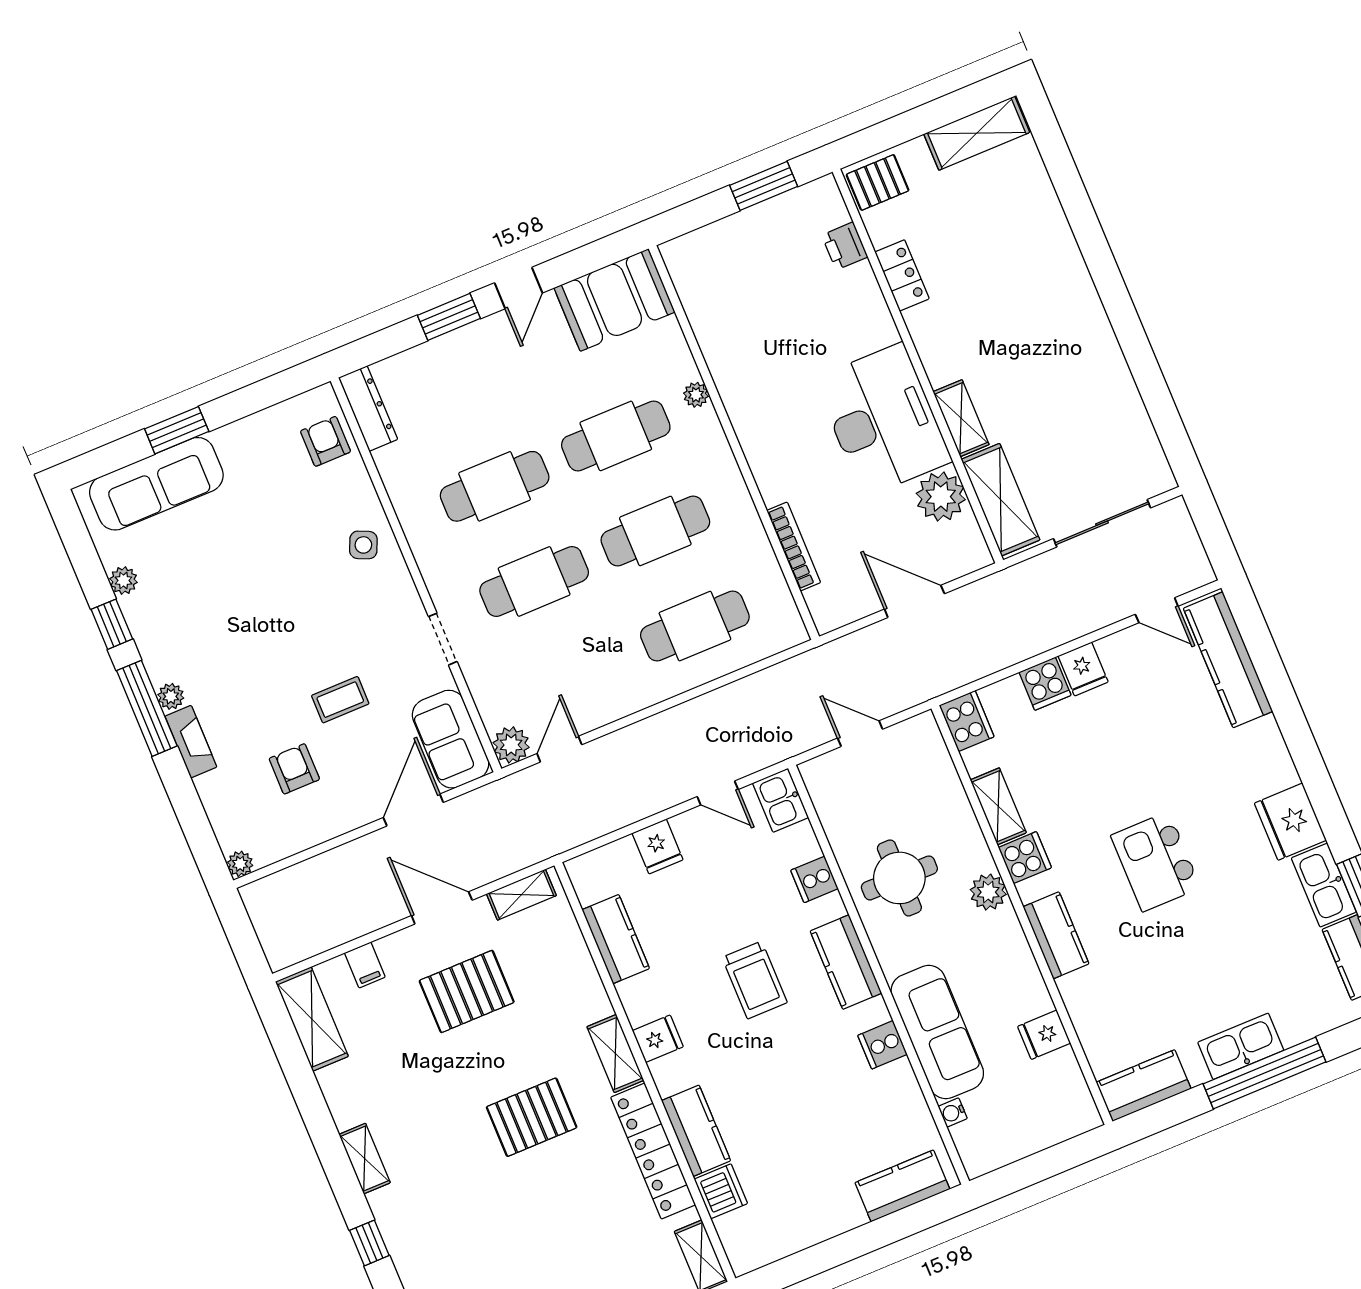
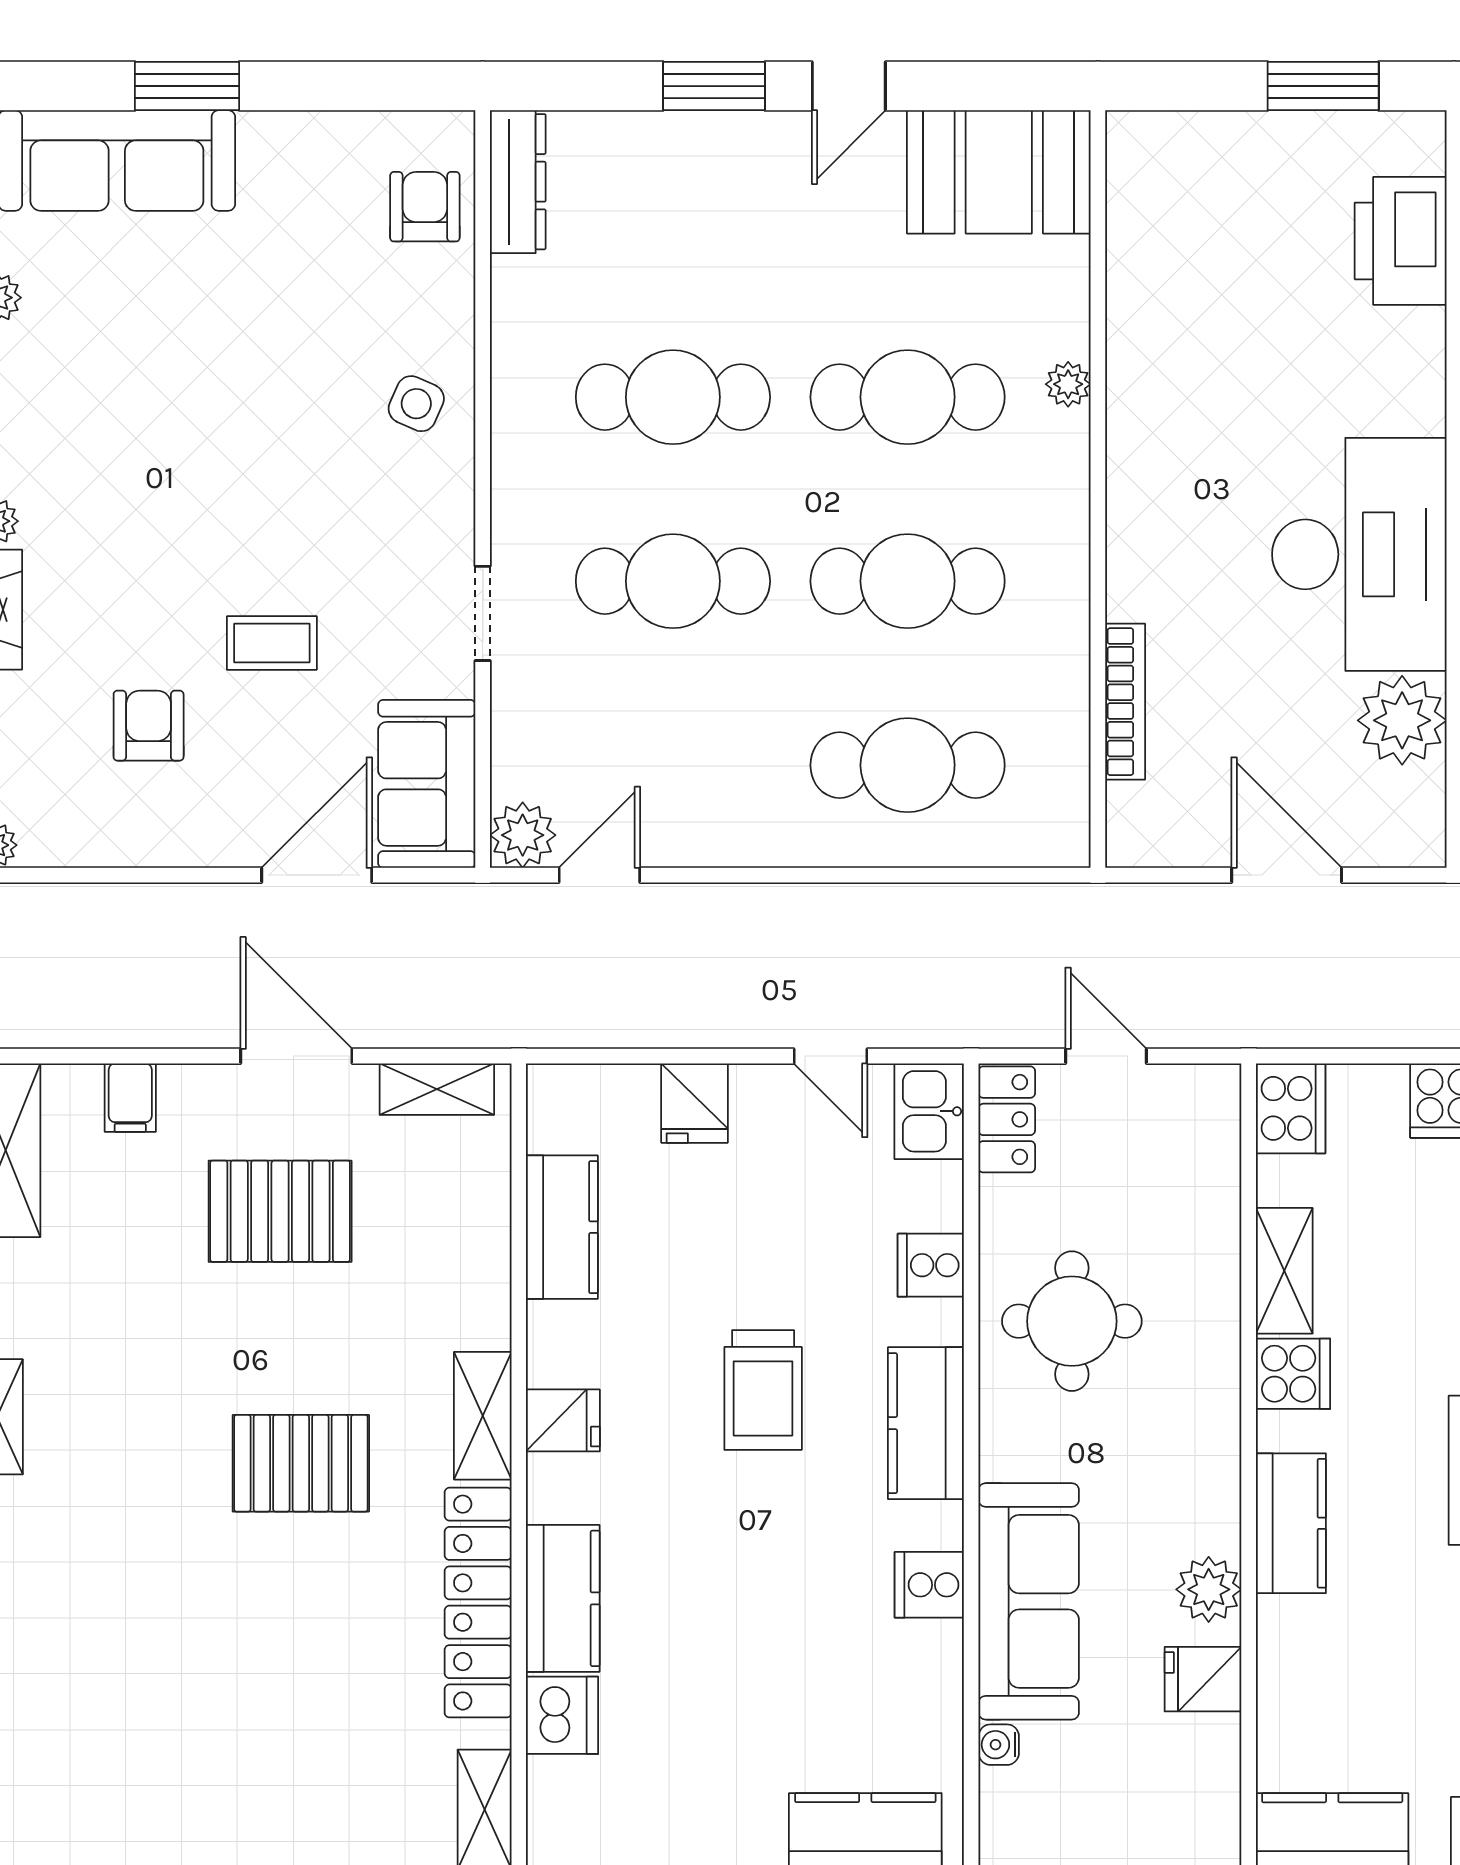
printer: (845, 246) -> (1401, 241), width x1.87, depth x1.48
locker: (822, 788) -> (1007, 1119), added
plant: (988, 892) -> (1209, 1589), moved

